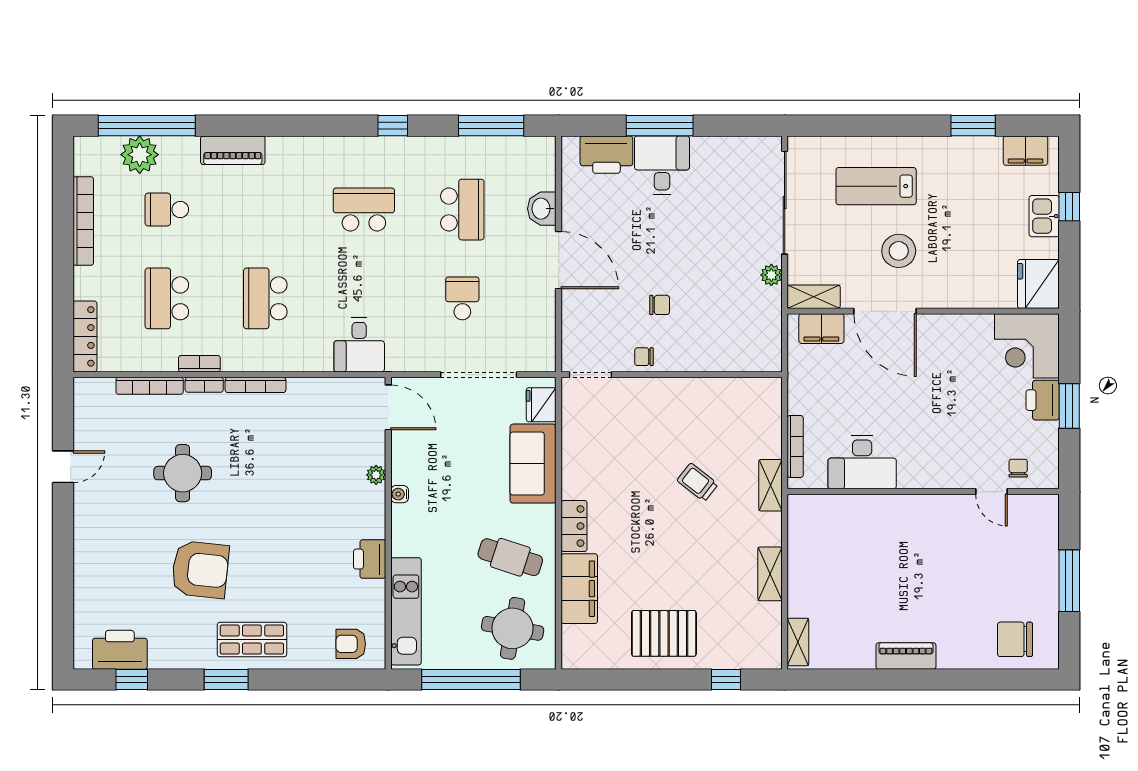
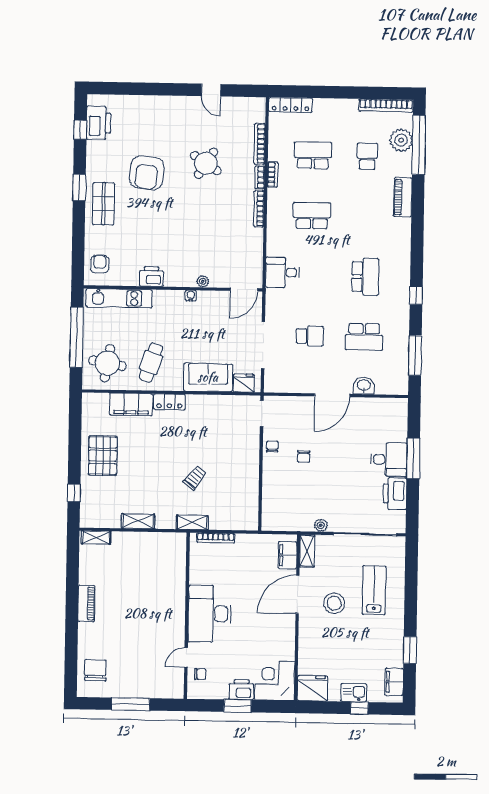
printer: (606, 155) -> (395, 494), moved
bookcase: (83, 221) -> (386, 105), moved
desk: (862, 462) -> (210, 614), moved, width x1.36, depth x1.30
round table: (183, 473) -> (206, 163), turned 33

